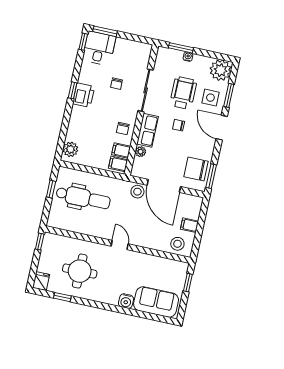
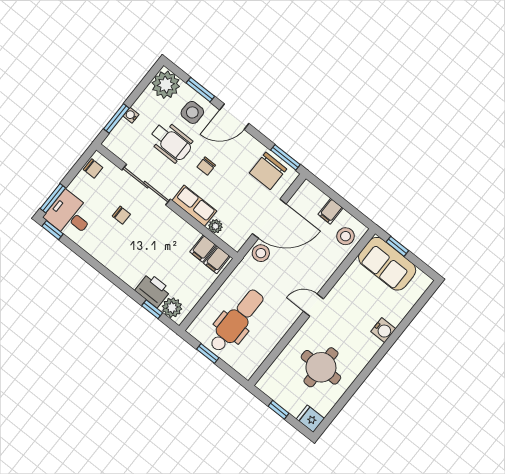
window: (73, 90) -> (152, 309), moved
wheelchair: (183, 93) -> (171, 142), turned 180
printer: (84, 95) -> (153, 290), moved
chair: (123, 128) -> (93, 168), moved
window: (40, 242) -> (278, 410), moved
window: (62, 297) -> (342, 403), removed
sofa: (156, 302) -> (387, 264), moved, turned -90

